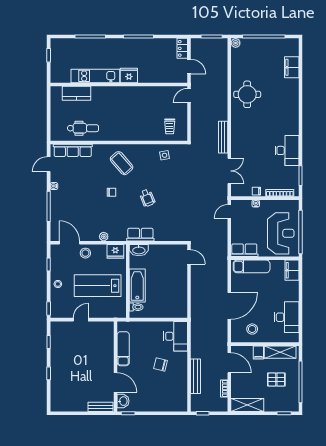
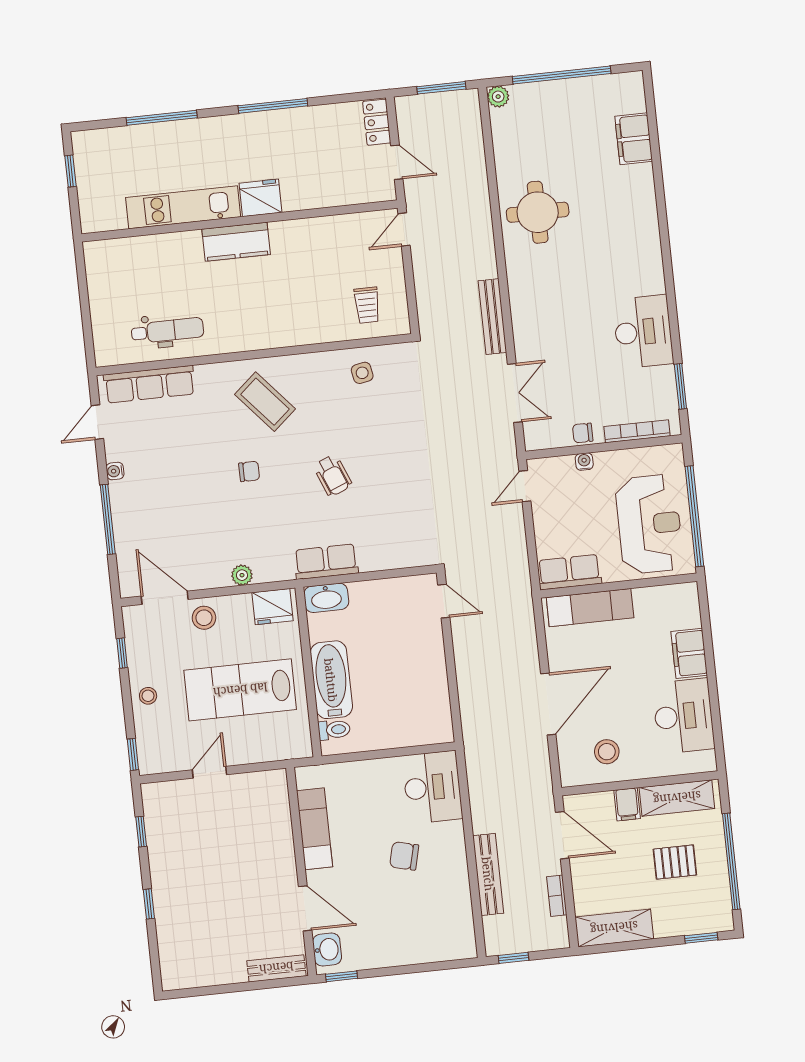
kitchen counter: (76, 93) -> (236, 242), moved
filing cabinet: (292, 270) -> (689, 653), moved

